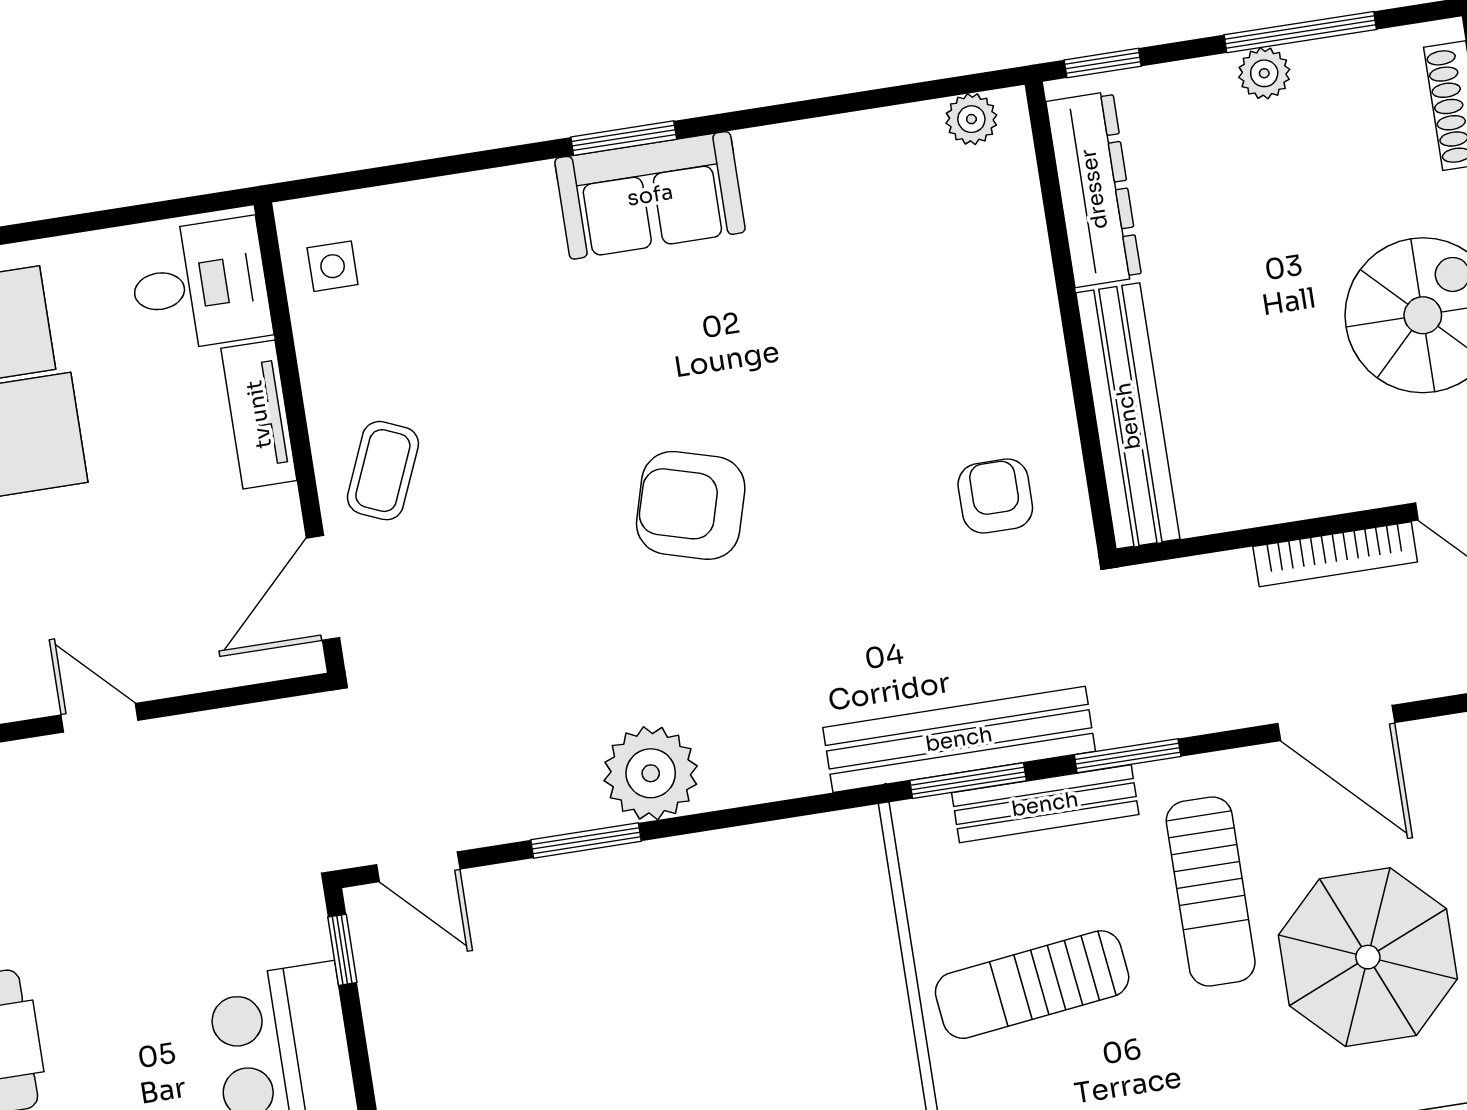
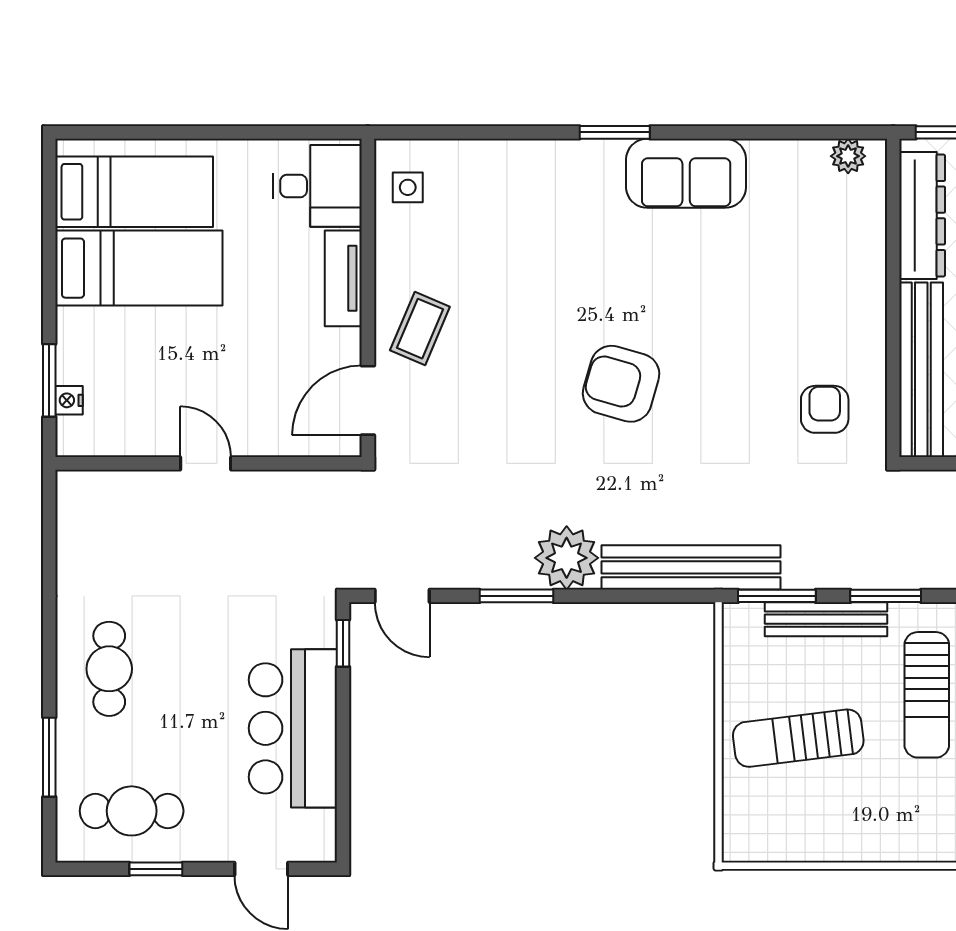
sofa: (650, 195) -> (686, 173), moved
bench: (959, 739) -> (691, 567), moved

